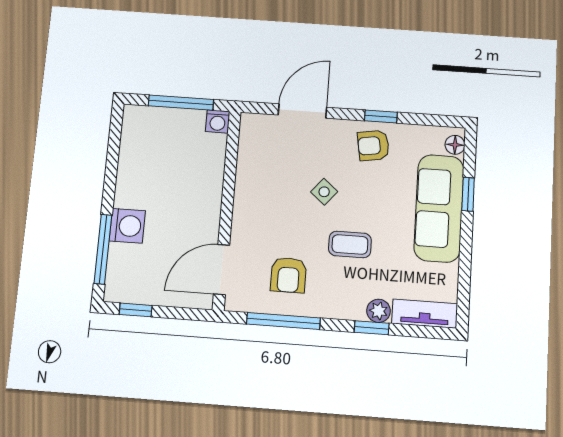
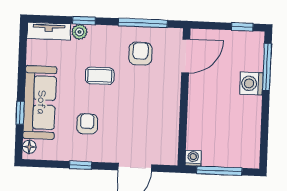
armchair: (373, 145) -> (87, 124), moved, turned -81
side table: (324, 192) -> (118, 111), removed

